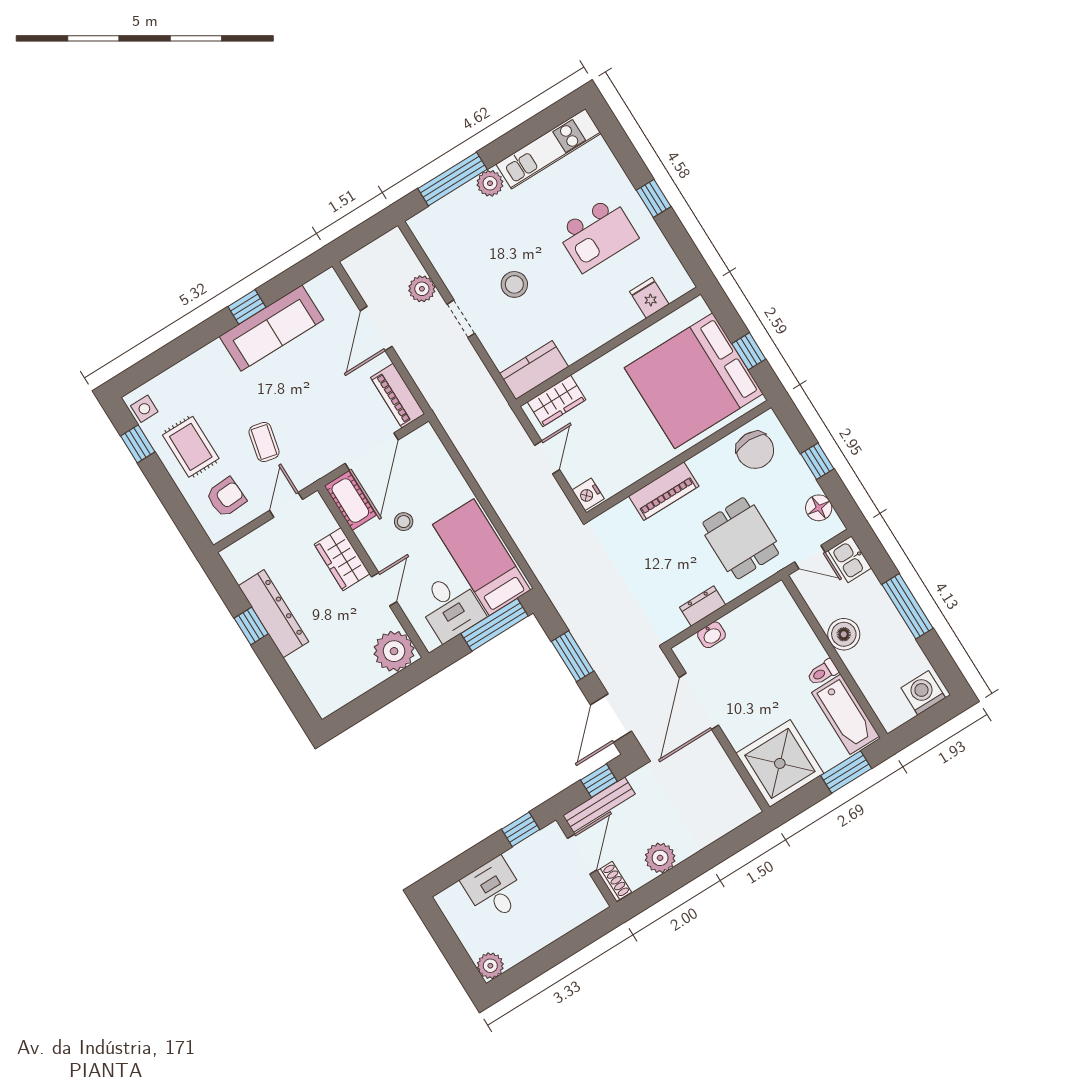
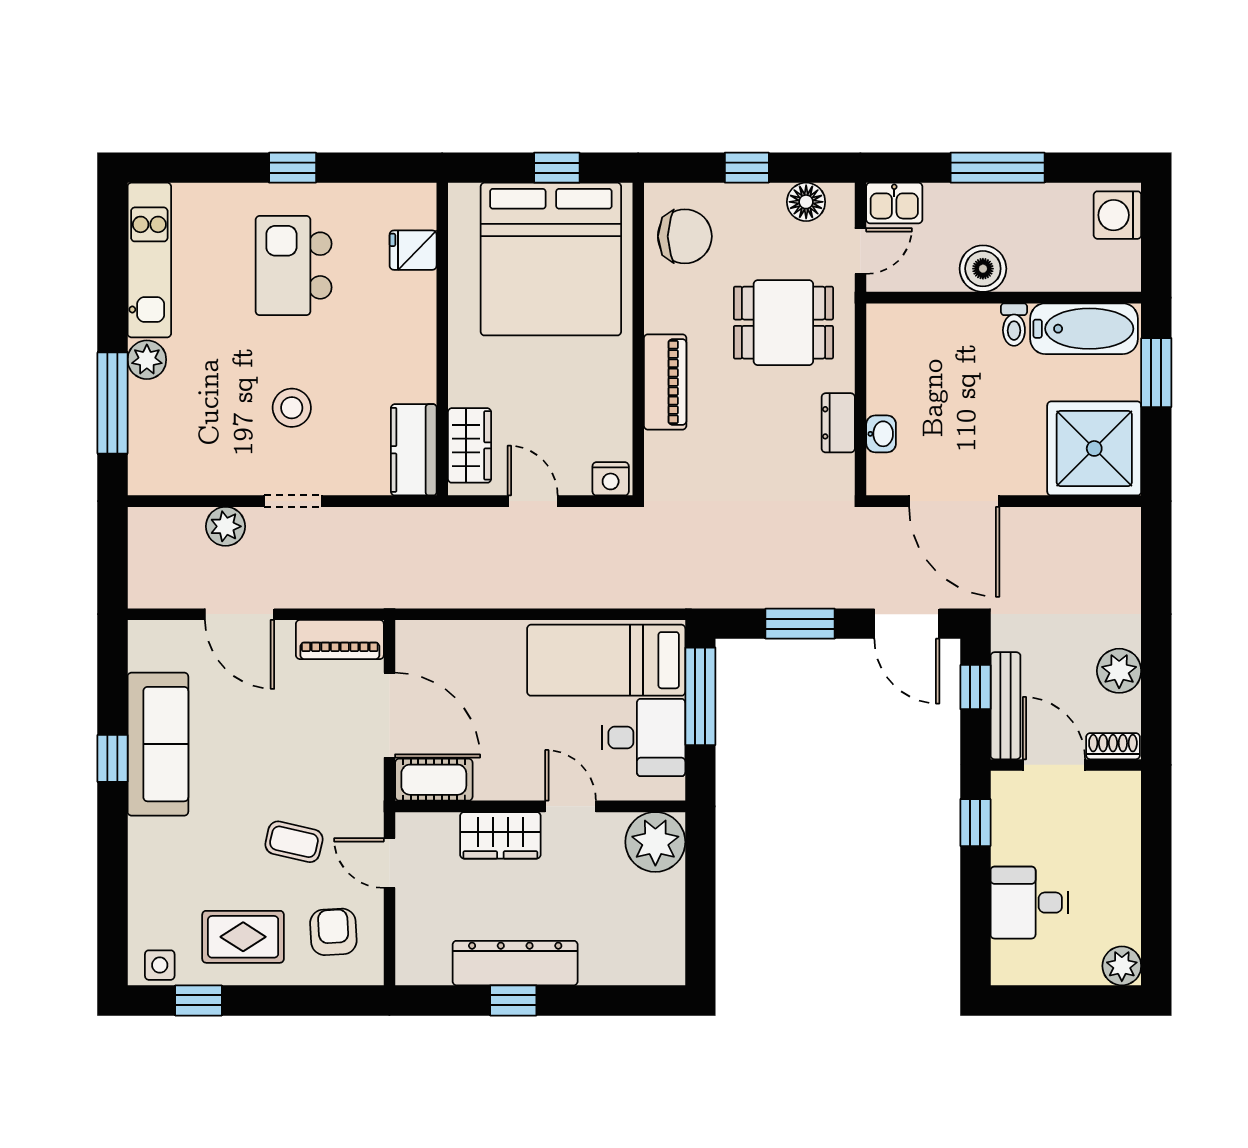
kitchen island: (597, 234) -> (294, 266), turned 180
stool: (404, 522) -> (501, 730), removed

